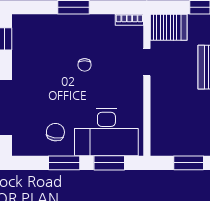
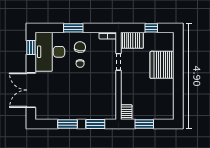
chair: (55, 132) -> (80, 47), moved
desk: (106, 132) -> (50, 52), moved, turned 90
server rack: (159, 144) -> (126, 112), added

